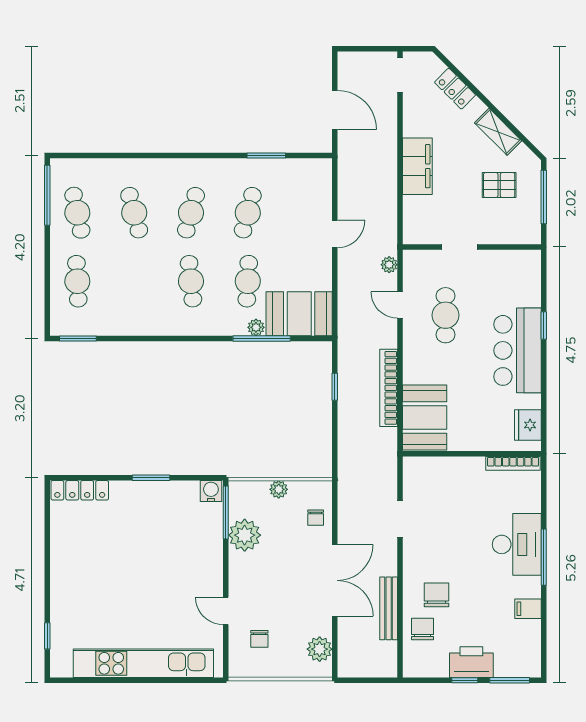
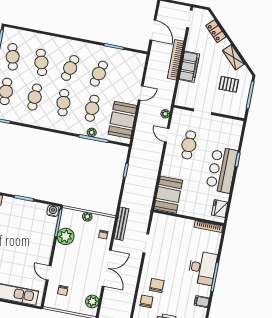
cafe table: (134, 281) -> (35, 97), added
booth: (299, 314) -> (123, 120), moved, turned 90
bookcase: (389, 388) -> (176, 60), moved
bench: (389, 608) -> (121, 224), moved

